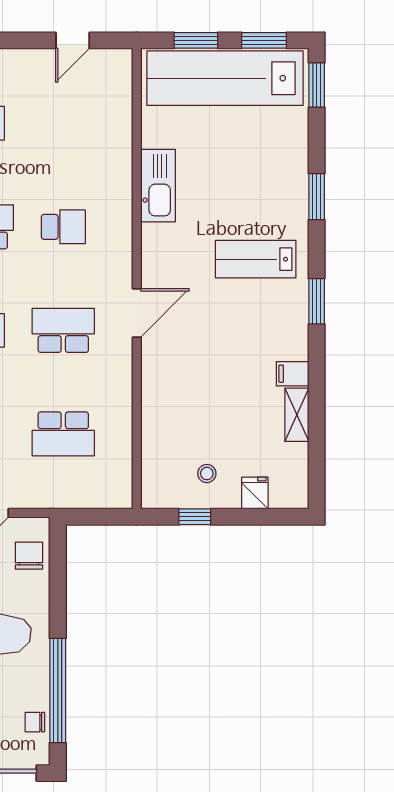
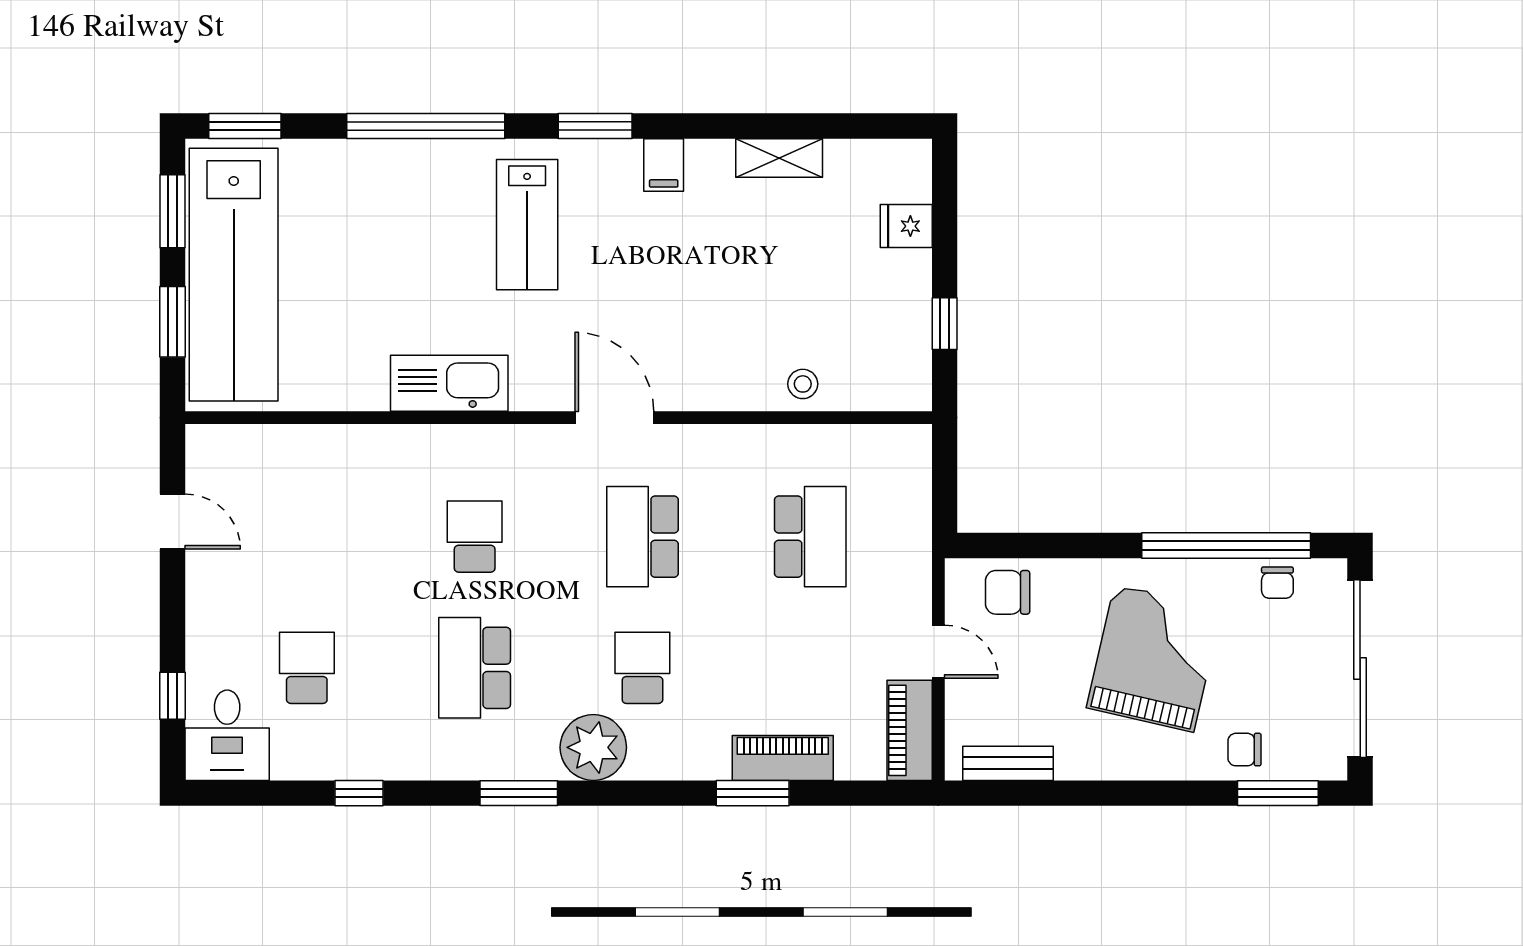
kitchen sink: (158, 186) -> (449, 383), moved
window: (317, 197) -> (426, 126), width x2.11
filing cabinet: (293, 374) -> (664, 165), moved
stool: (207, 474) -> (803, 384), moved

